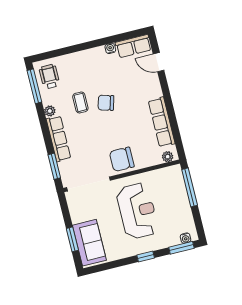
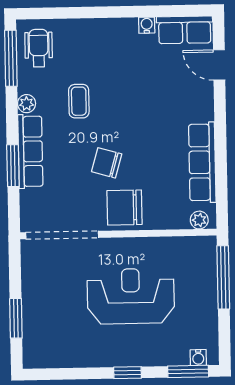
chair: (106, 103) -> (107, 163), moved
window: (54, 166) -> (13, 166), moved
reception desk: (137, 211) -> (131, 296), turned -90
sofa: (89, 243) -> (42, 330), removed

